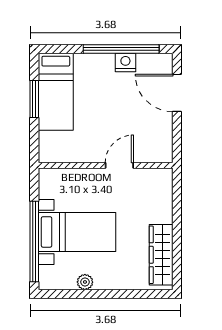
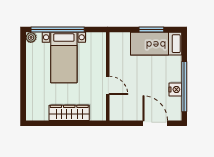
door: (177, 93) -> (155, 123), hinge flipped
wardrobe: (161, 255) -> (69, 113), moved
plant: (85, 282) -> (31, 37), moved

